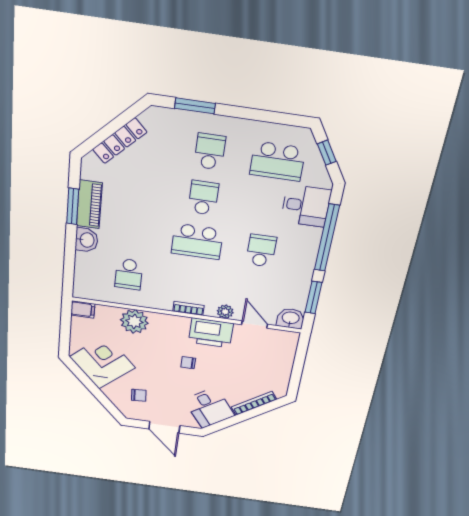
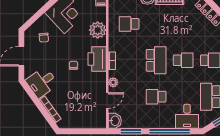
school desk: (197, 242) -> (156, 60), turned 180
school desk: (261, 251) -> (156, 97), turned 180
printer: (211, 333) -> (97, 59), moved

